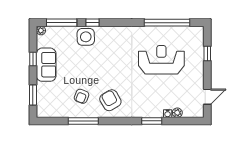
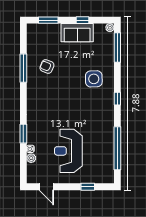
window: (93, 23) -> (117, 99), moved
side table: (86, 37) -> (94, 79), moved
reception desk: (161, 60) -> (68, 151), moved, turned 180
armchair: (110, 100) -> (43, 94), removed

